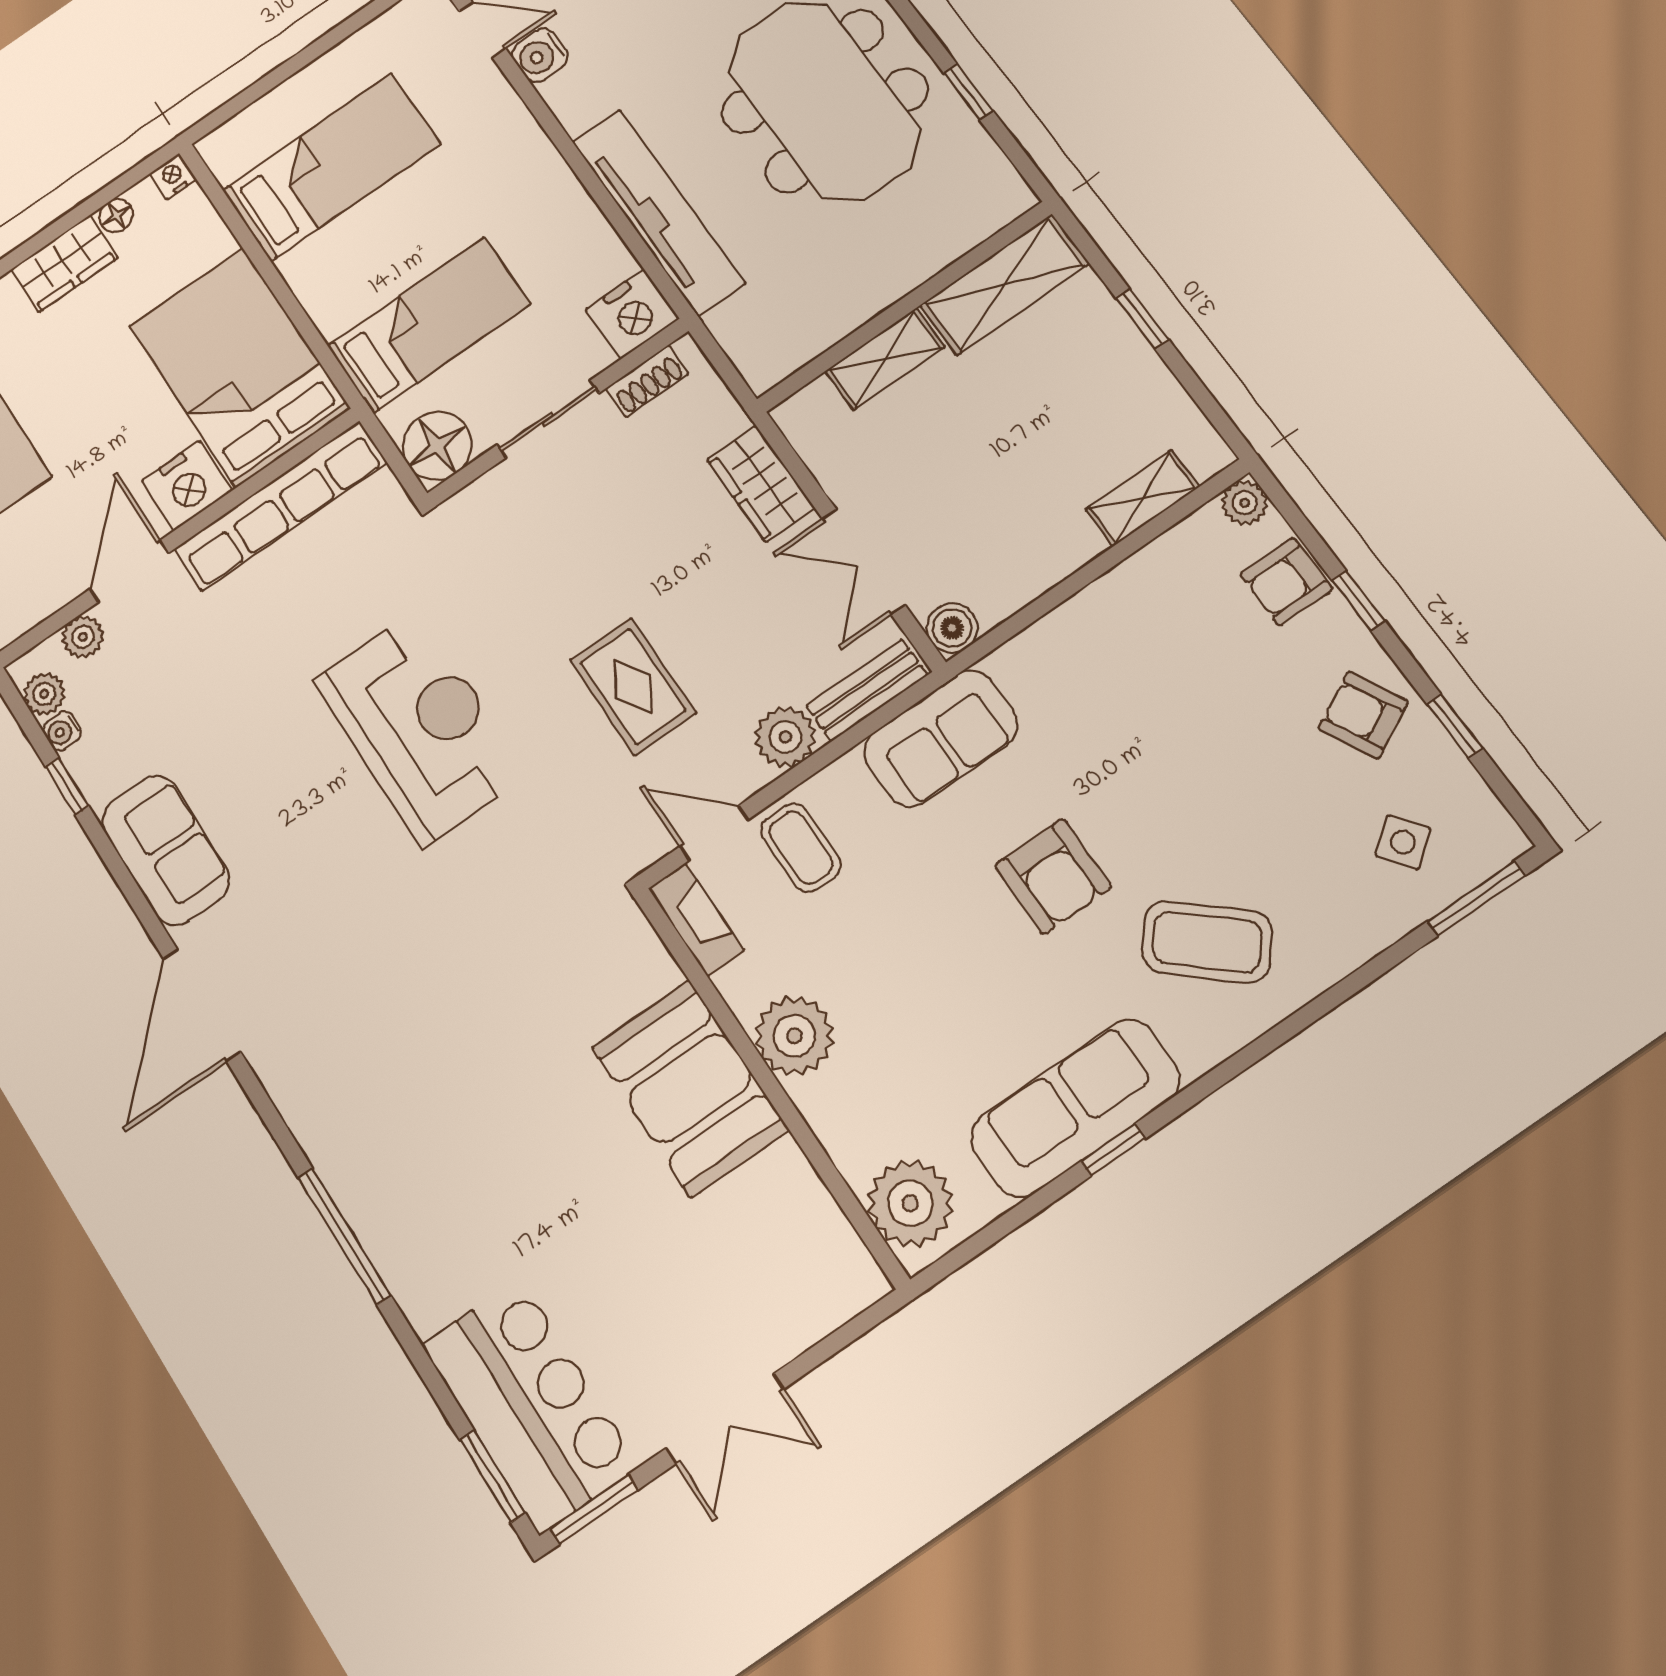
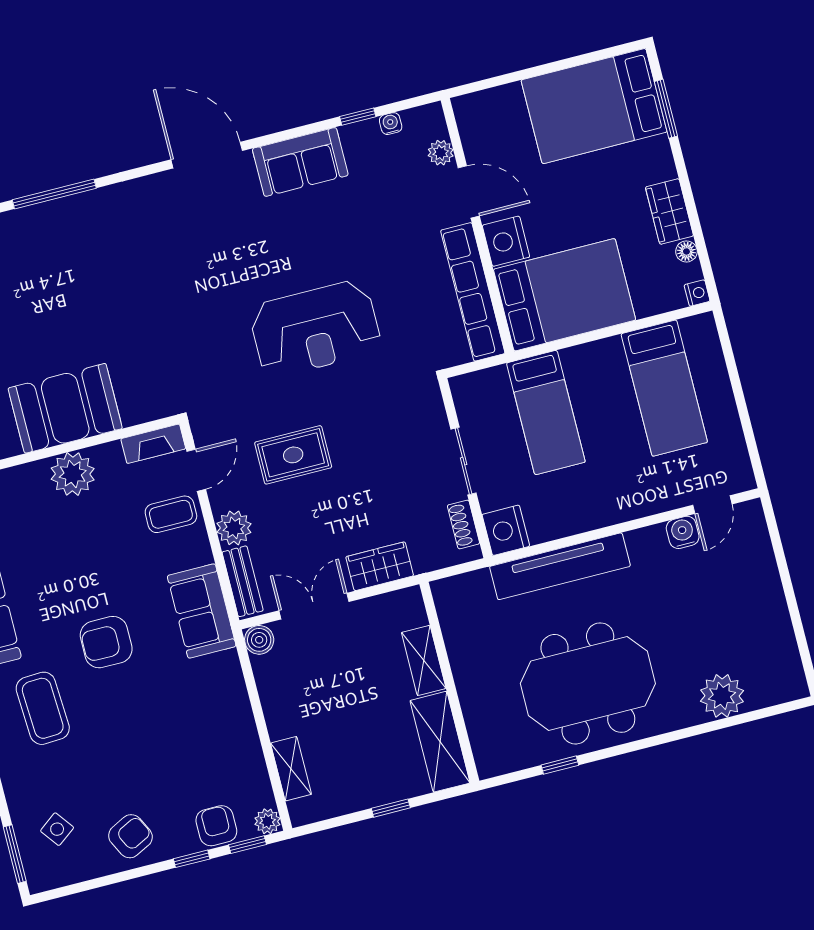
floor lamp: (437, 446) -> (473, 393), removed
plant: (44, 694) -> (416, 120), removed
window: (1455, 726) -> (247, 845), moved
coffee table: (1207, 942) -> (43, 708), turned -44

